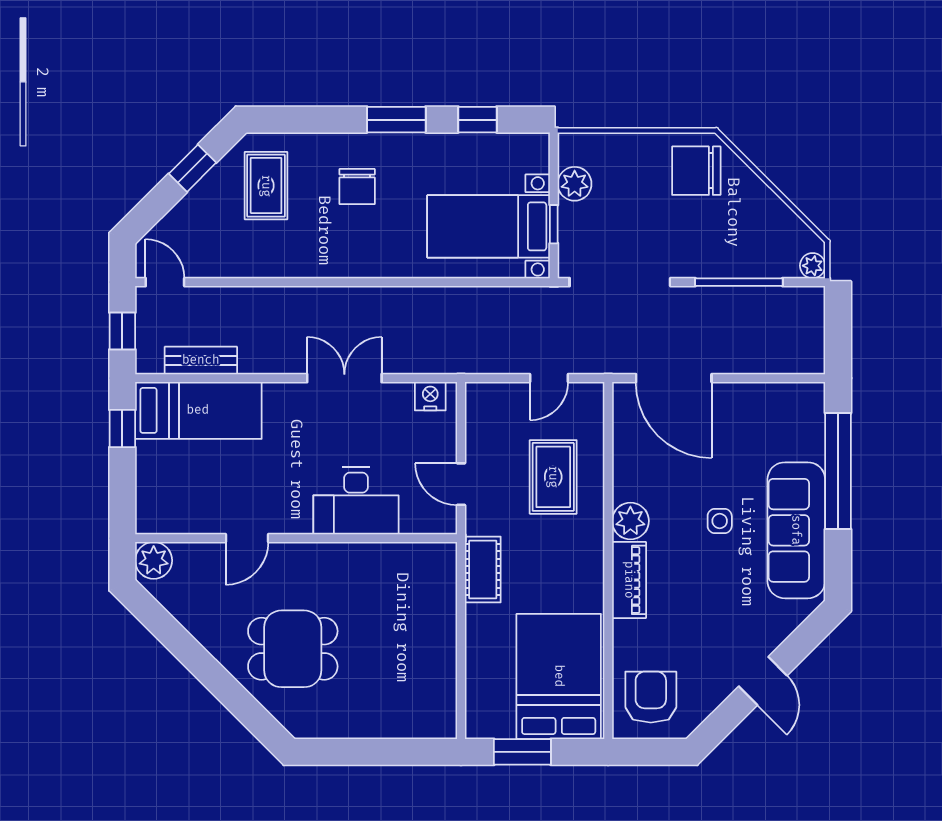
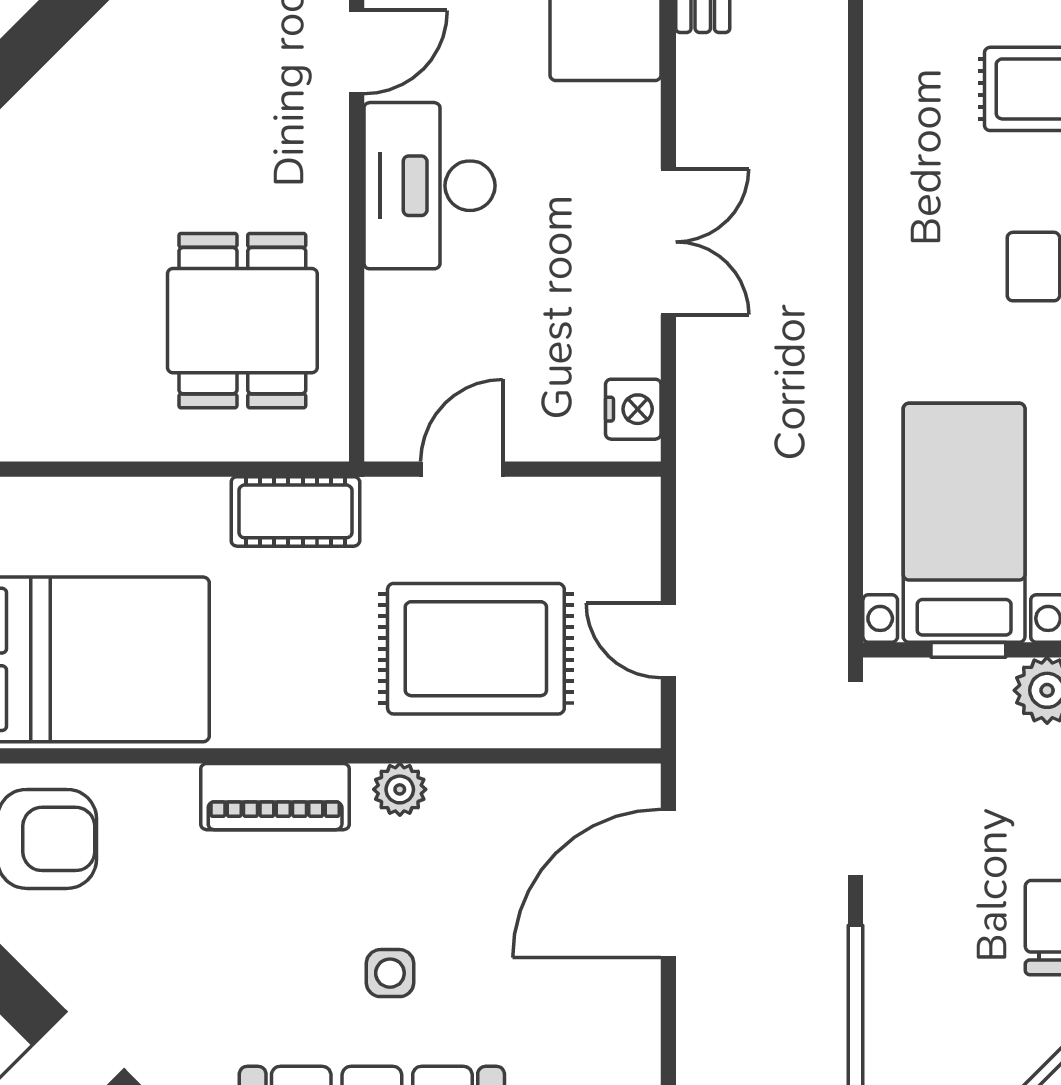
rug: (553, 477) -> (476, 649), width x1.36, depth x1.43
desk: (356, 501) -> (429, 186), moved
plant: (630, 521) -> (400, 789), width x0.73, depth x0.73
door: (247, 538) -> (357, 52), swing flipped
dining table: (293, 649) -> (242, 321), moved

